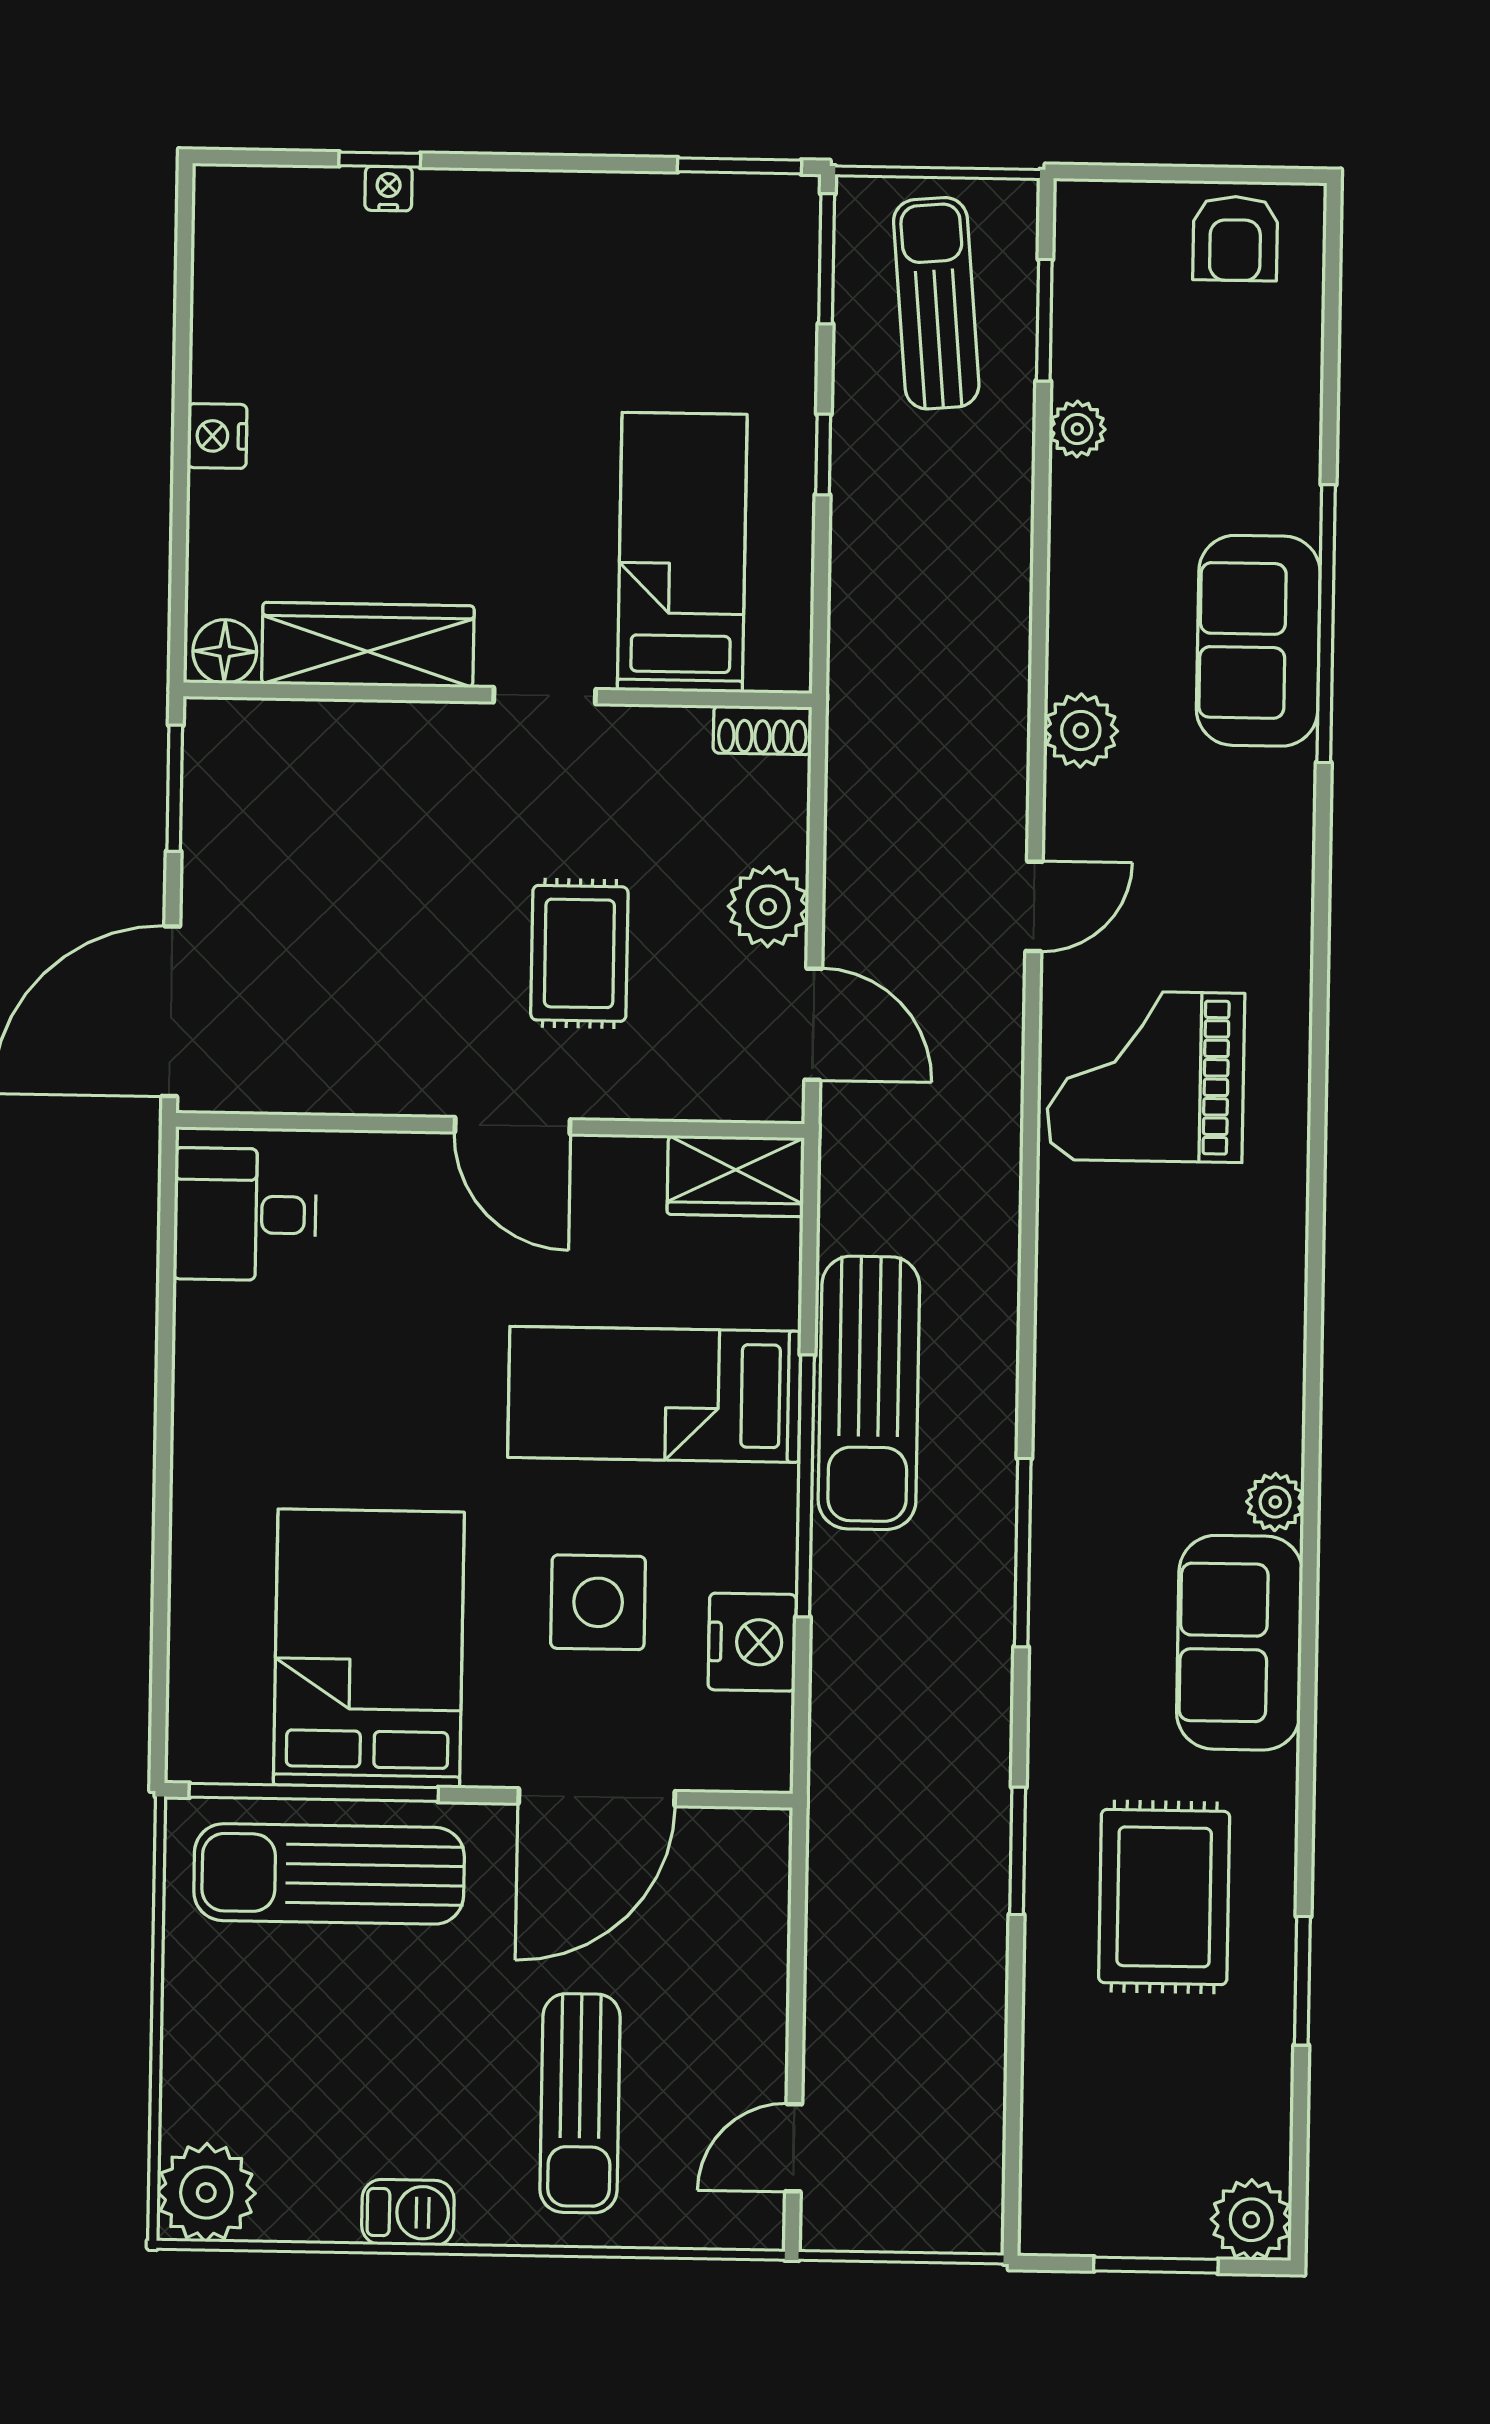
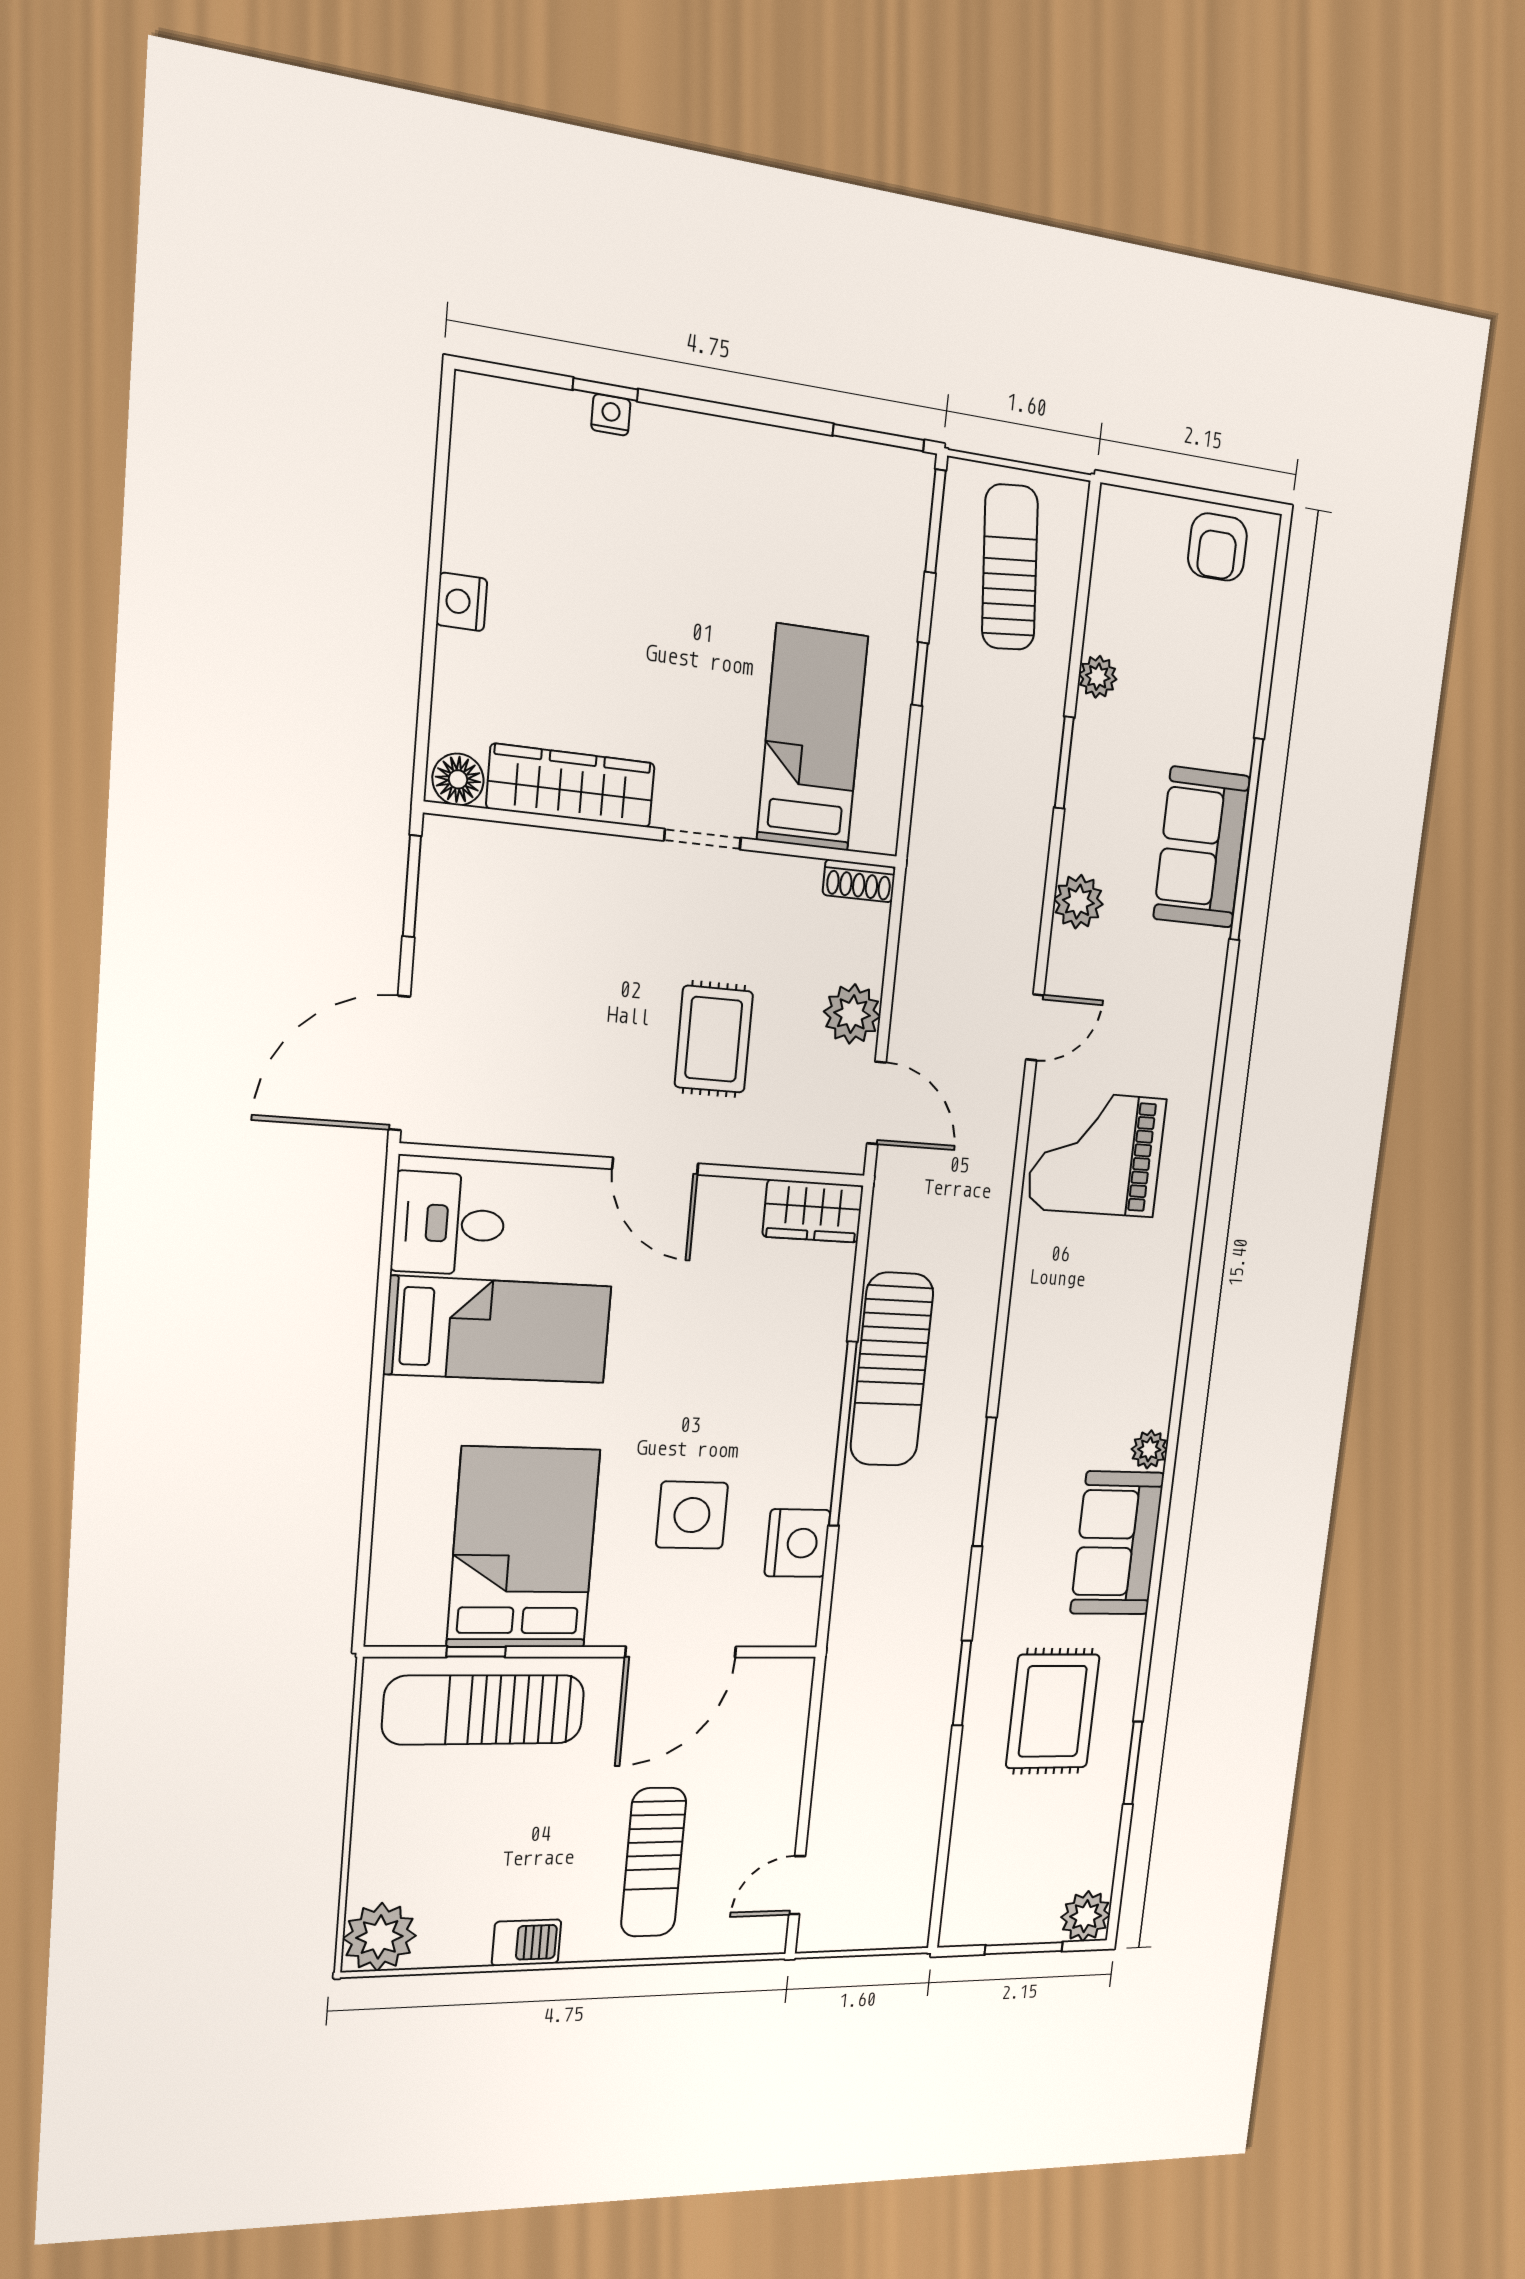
window: (1044, 320) -> (1064, 763), moved
bed: (654, 1394) -> (498, 1330), moved, turned 180
window: (314, 1792) -> (476, 1652), width x0.32

